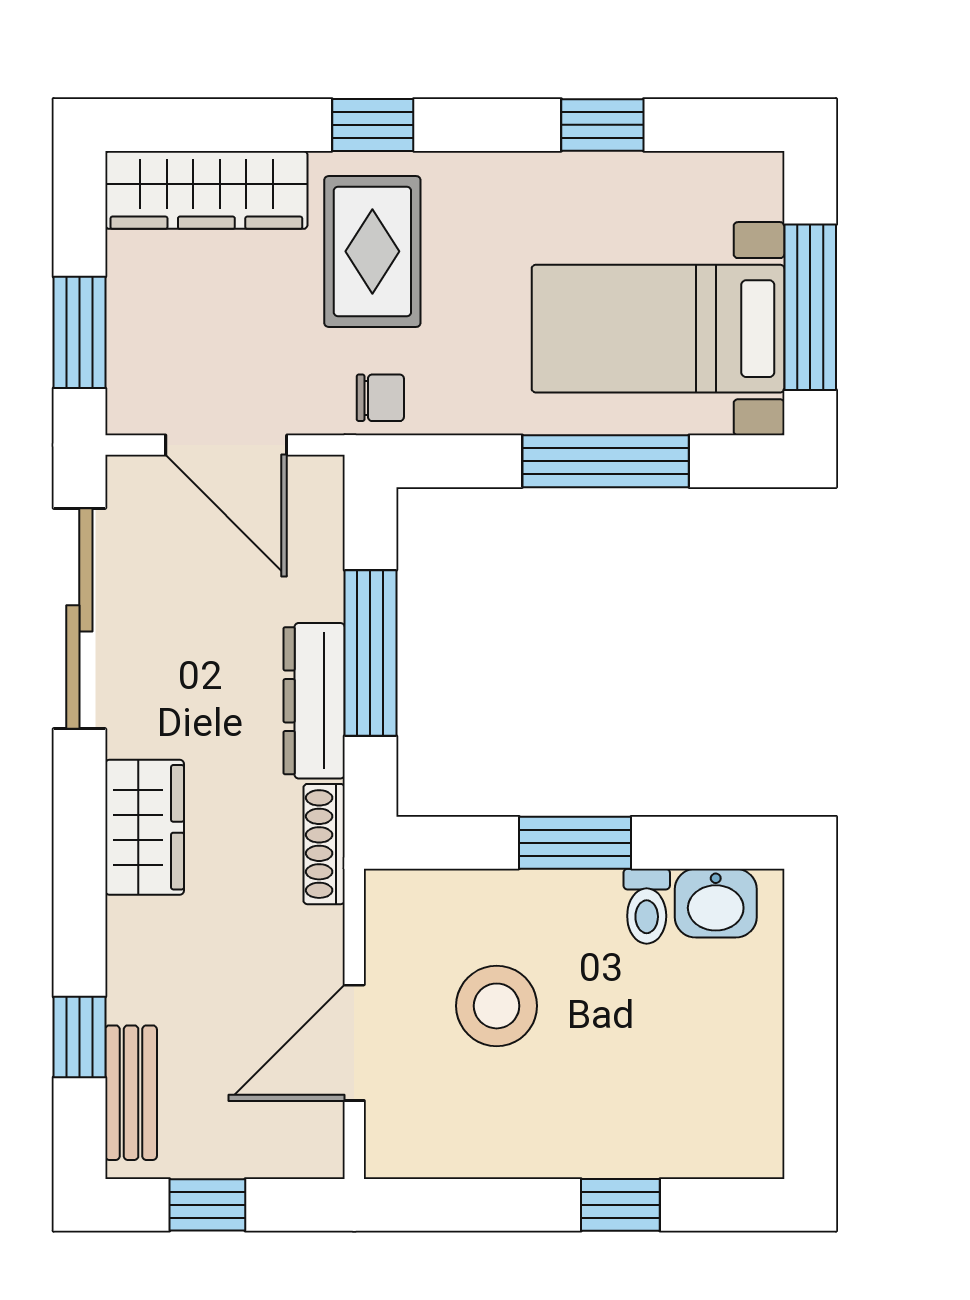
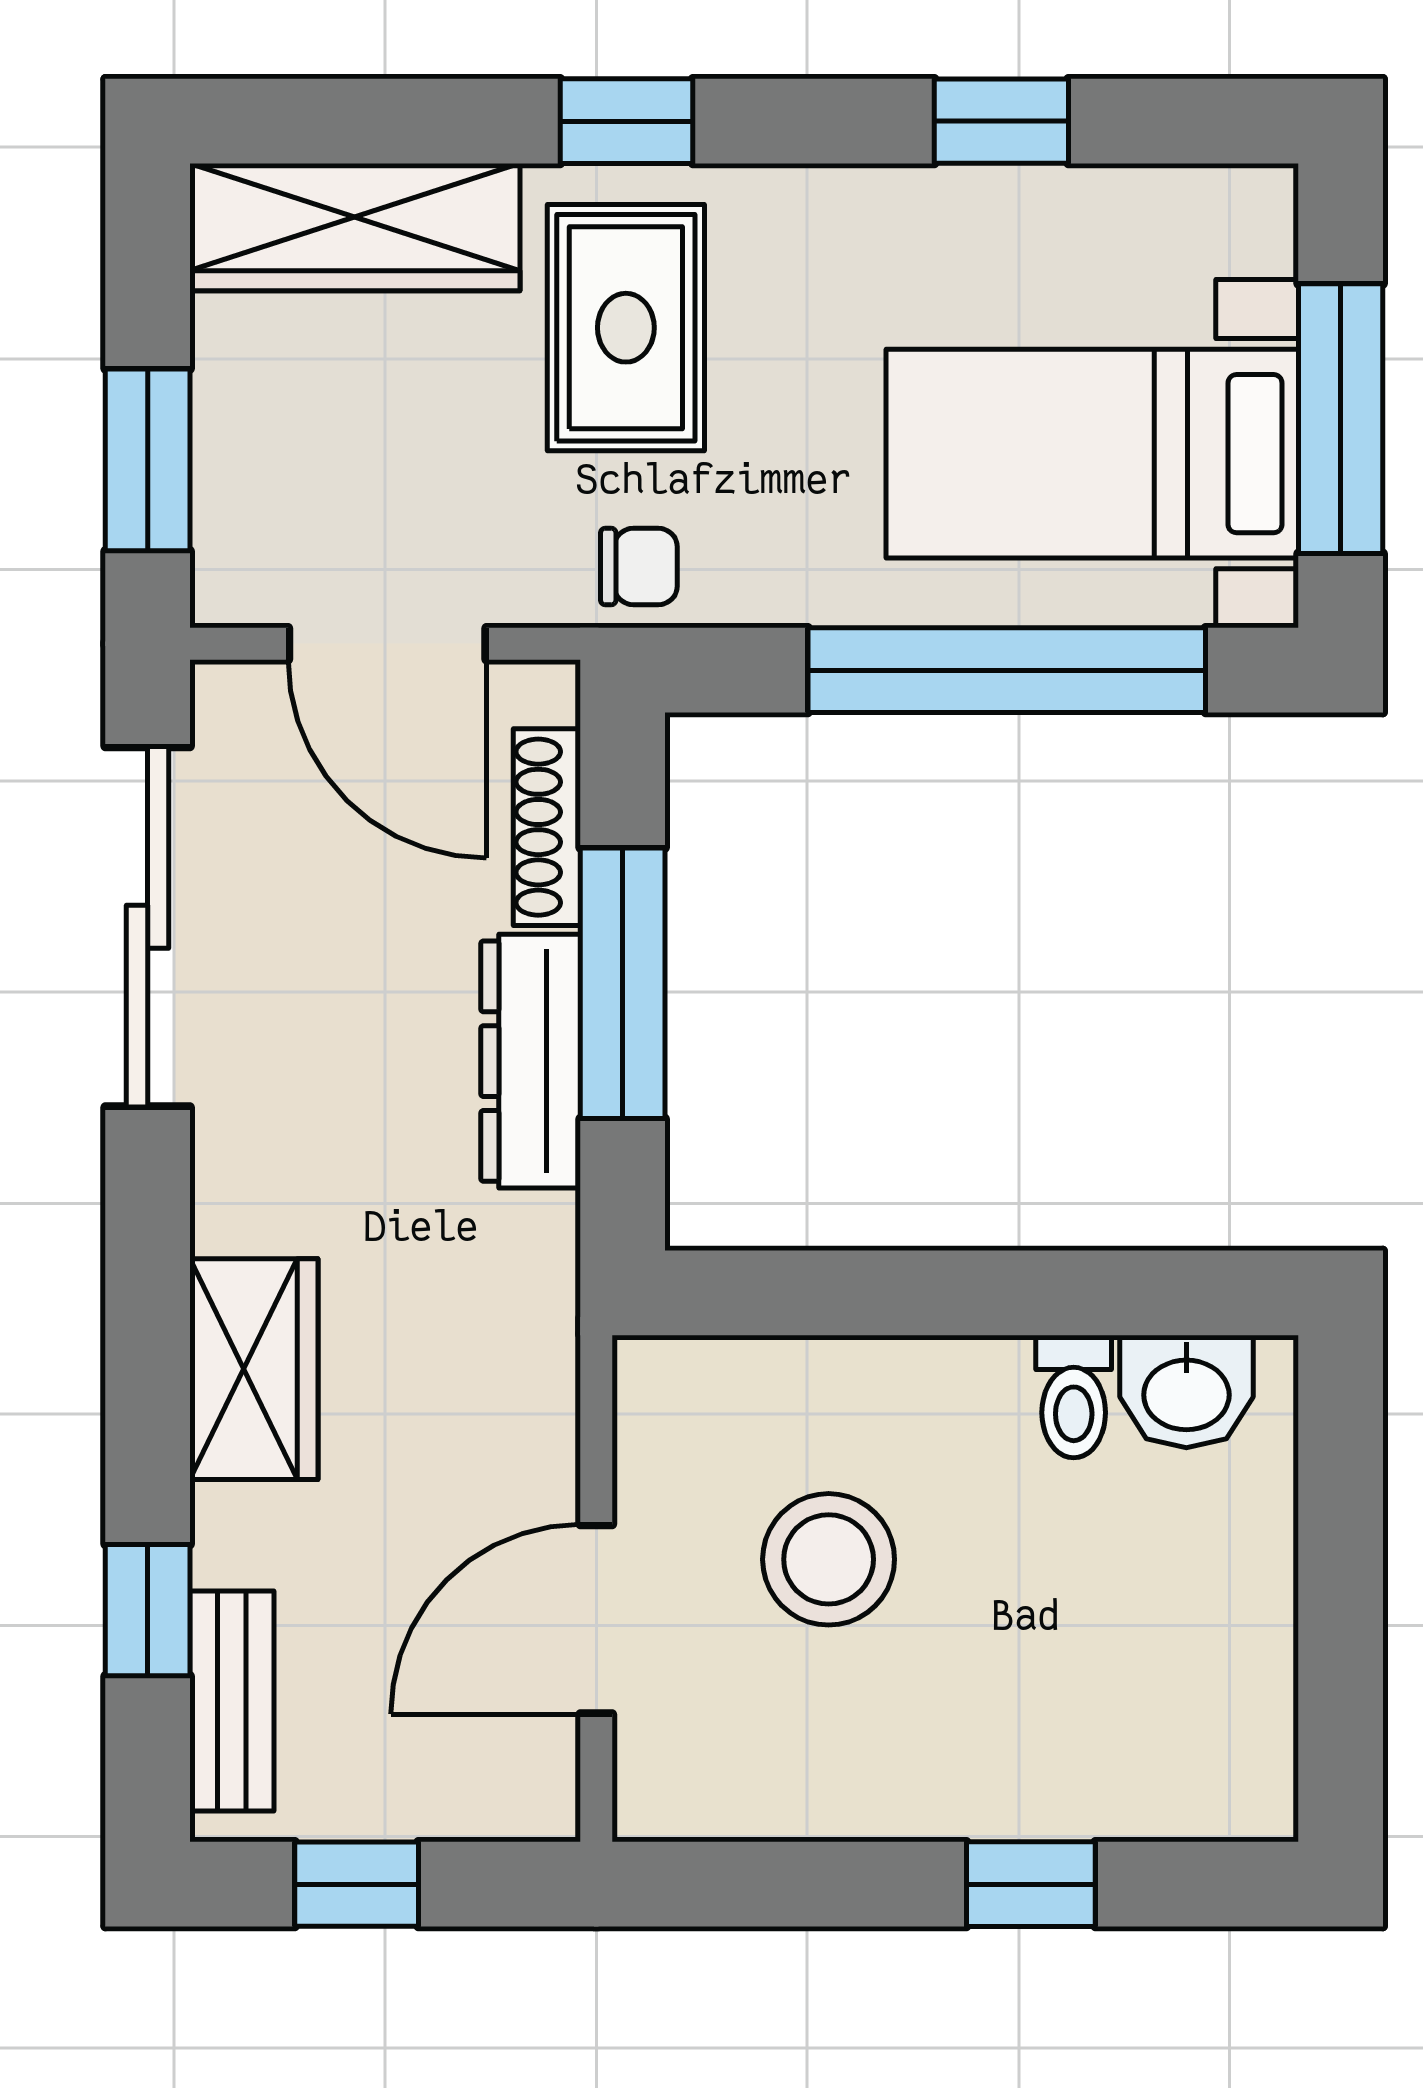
window: (606, 461) -> (1007, 670), width x1.46
wardrobe: (145, 827) -> (254, 1369), moved
window: (575, 843) -> (957, 1293), removed
shoe rack: (324, 844) -> (547, 827), moved

